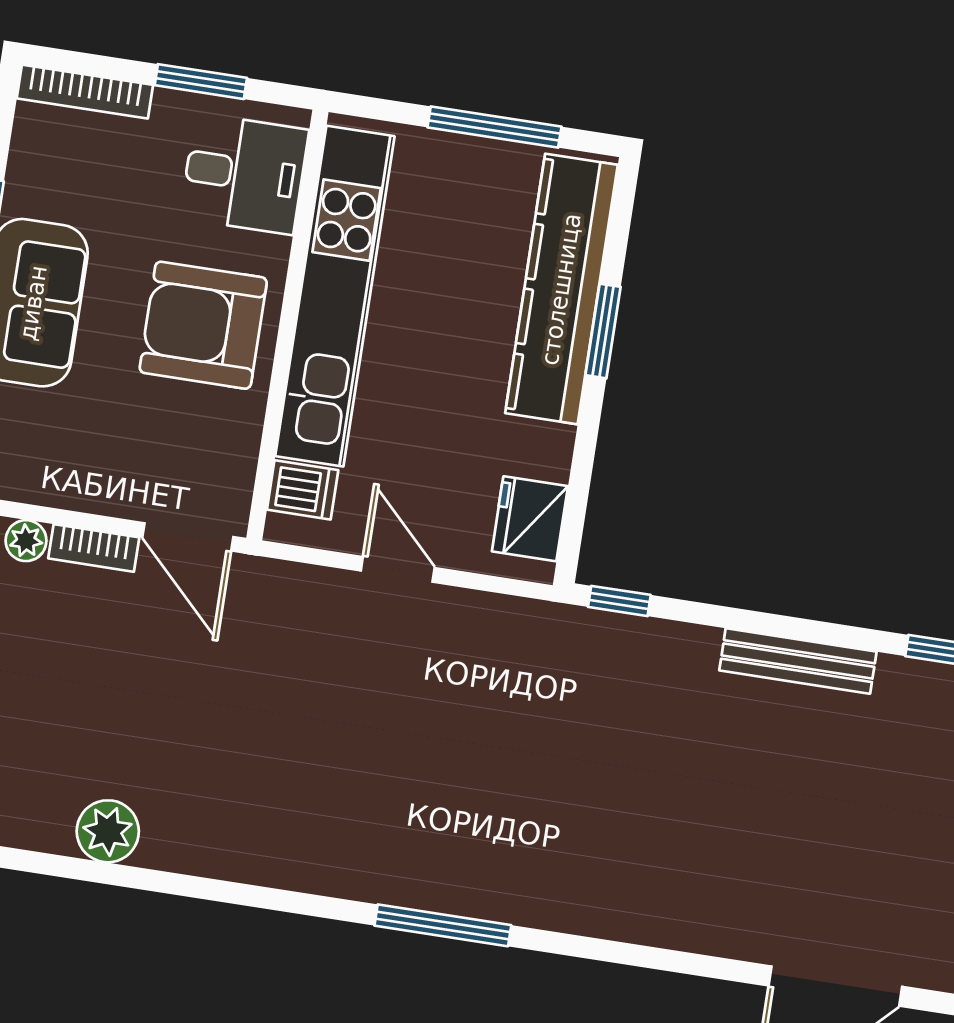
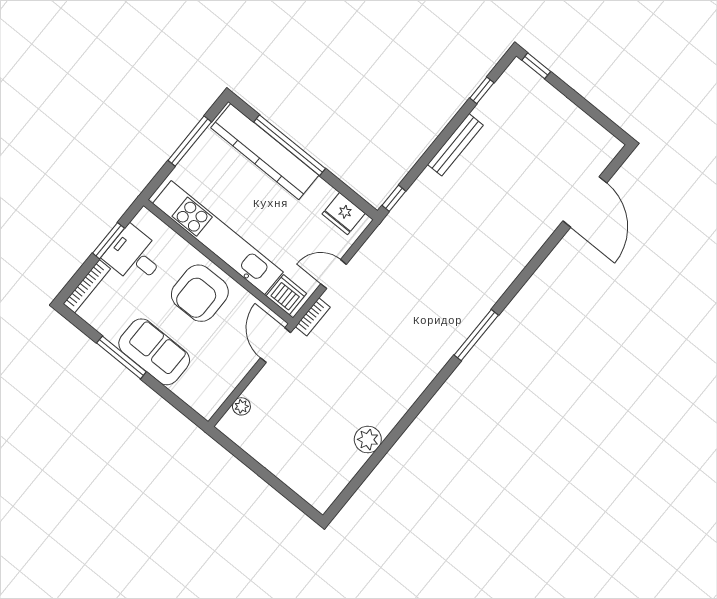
desk: (244, 174) -> (134, 256), moved, turned -90
window: (603, 331) -> (290, 145), width x2.11
dishwasher: (303, 490) -> (286, 295), width x1.38
door: (188, 537) -> (275, 345), swing flipped
bookcase: (94, 548) -> (313, 317), moved

